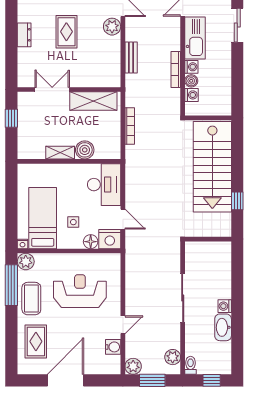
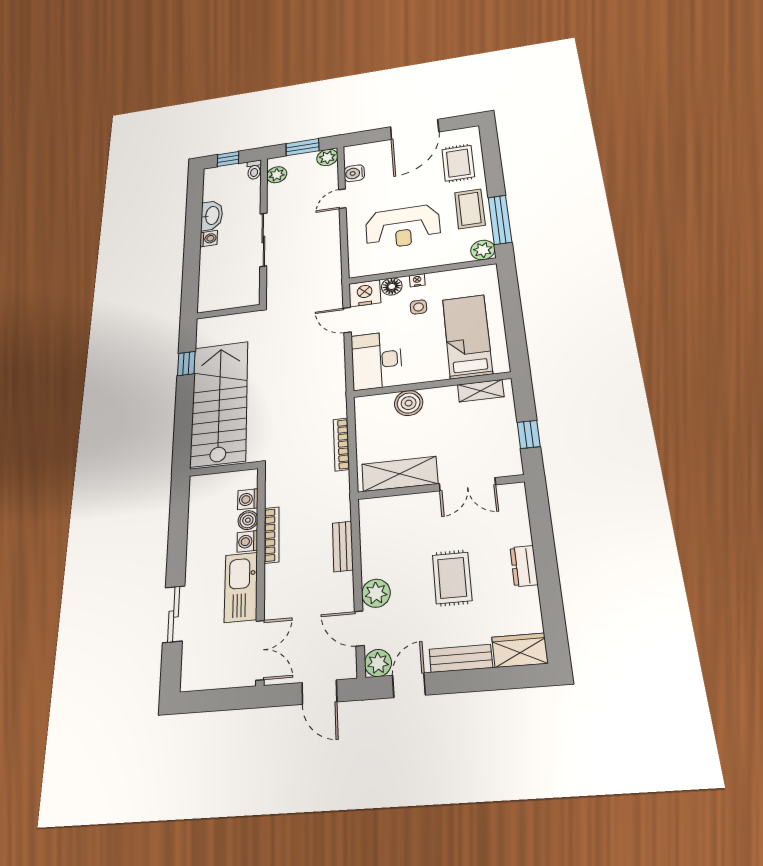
shelving: (60, 153) -> (481, 391), moved
bed: (43, 218) -> (467, 336), moved, turned 180
nightstand: (23, 244) -> (417, 280), moved

